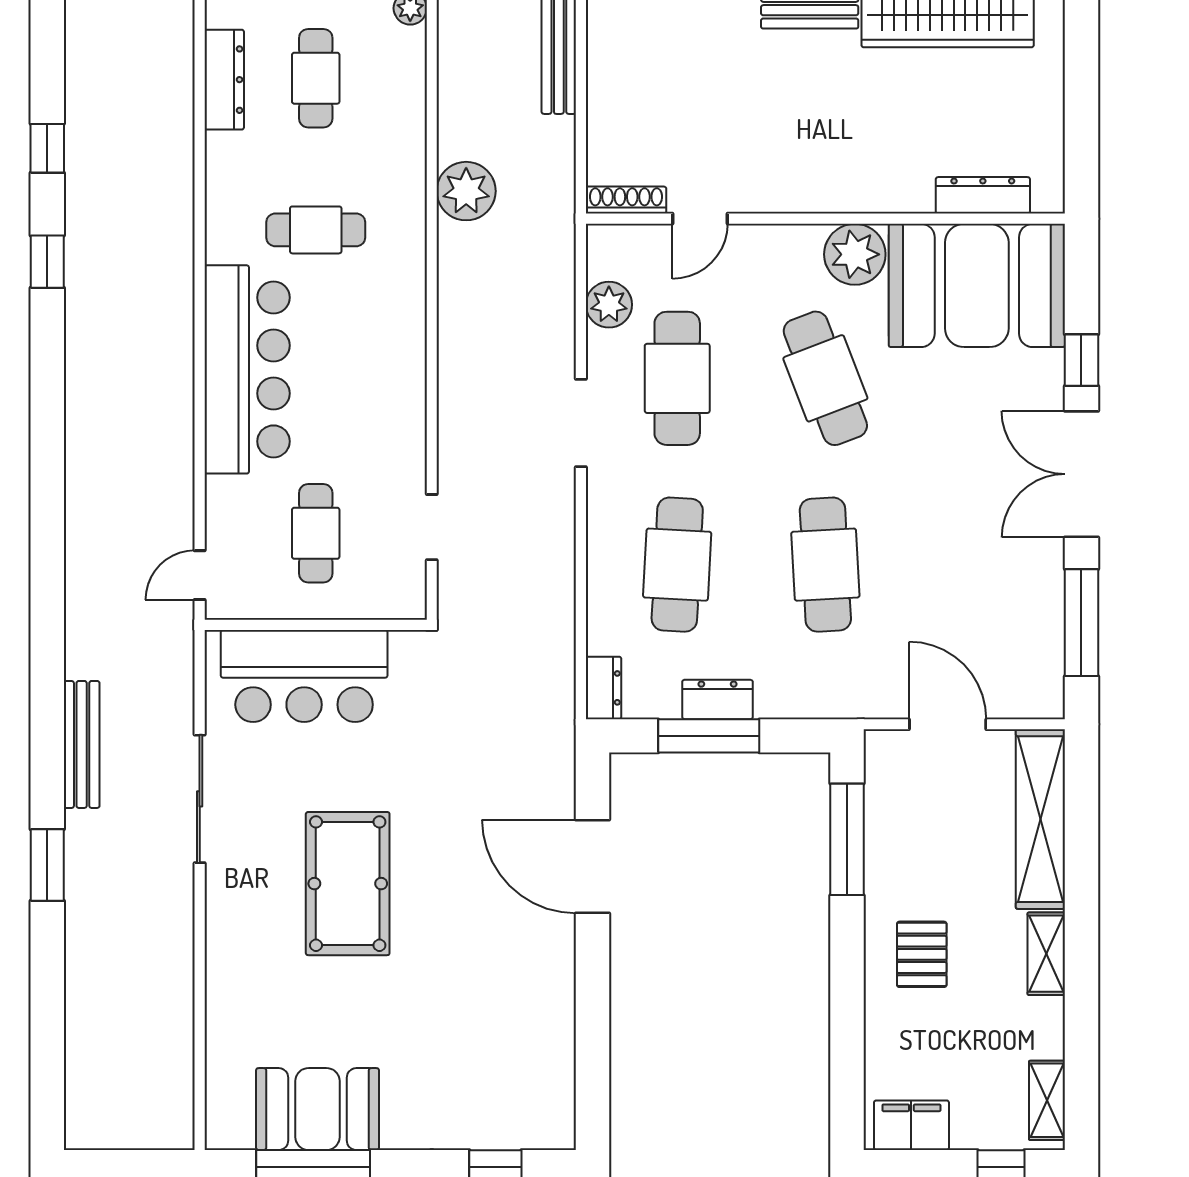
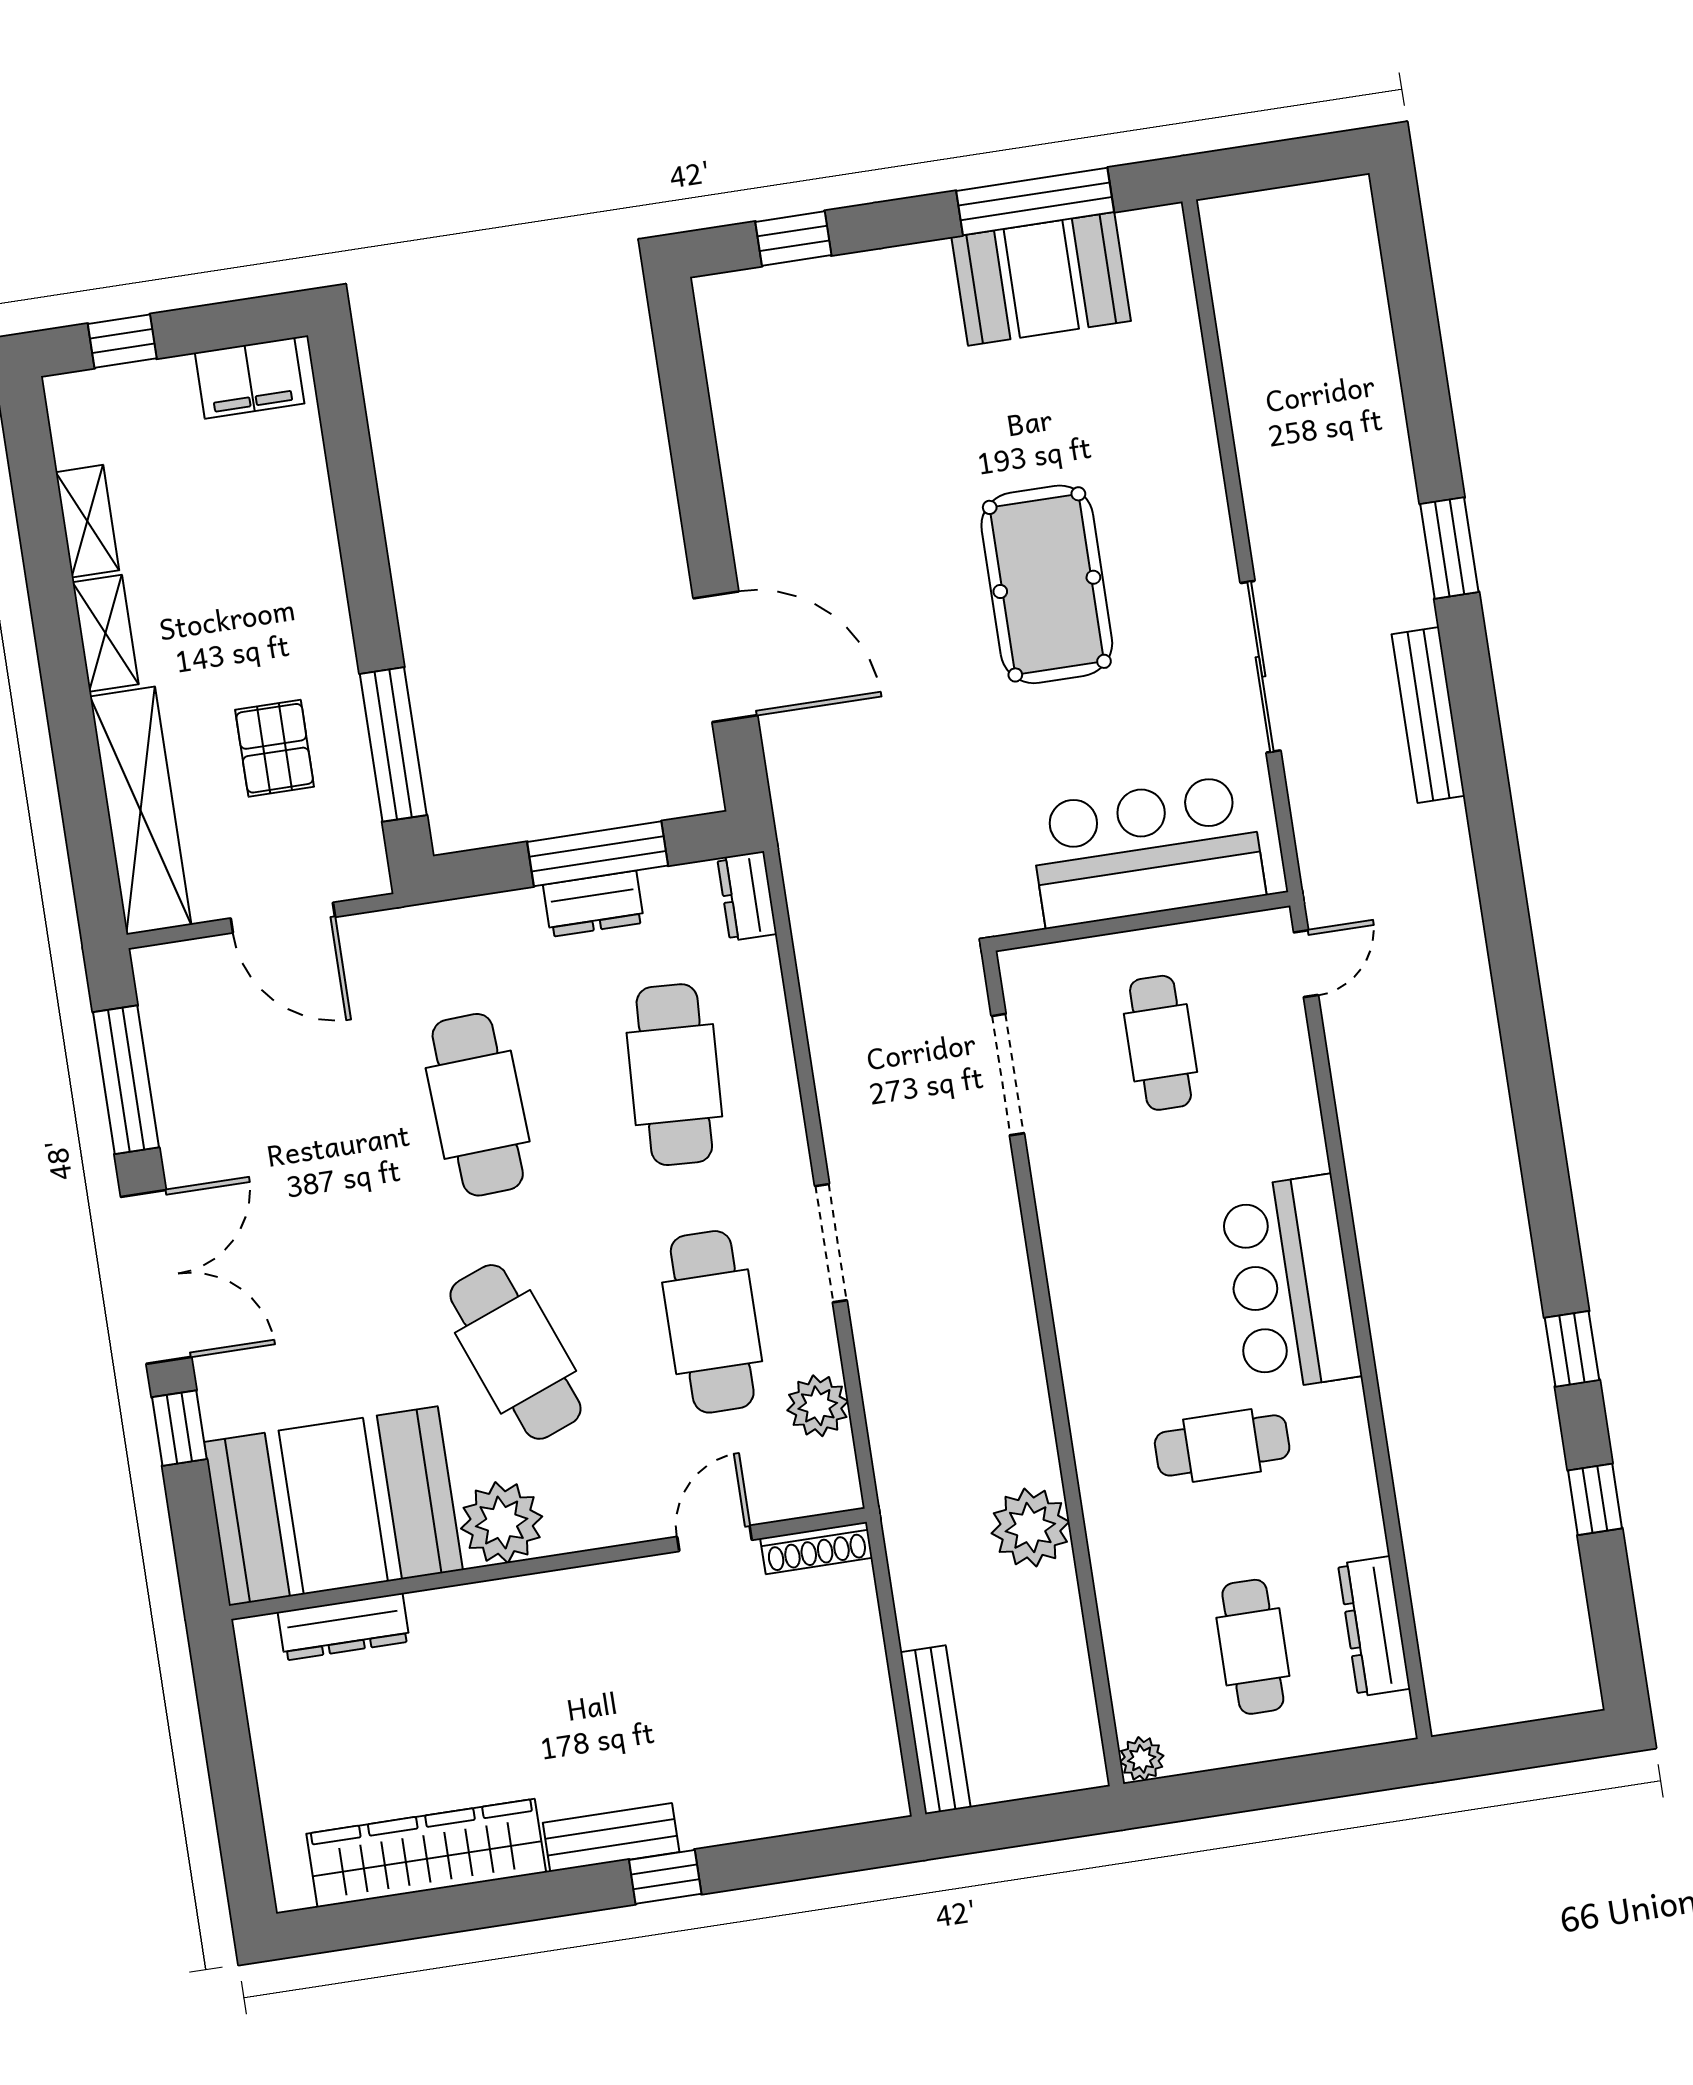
bar counter: (247, 369) -> (1290, 1283), width x0.73
doorway: (432, 527) -> (1008, 1075), width x1.38
pallet: (922, 954) -> (275, 748), moved
shelving: (1047, 1100) -> (87, 521), moved

